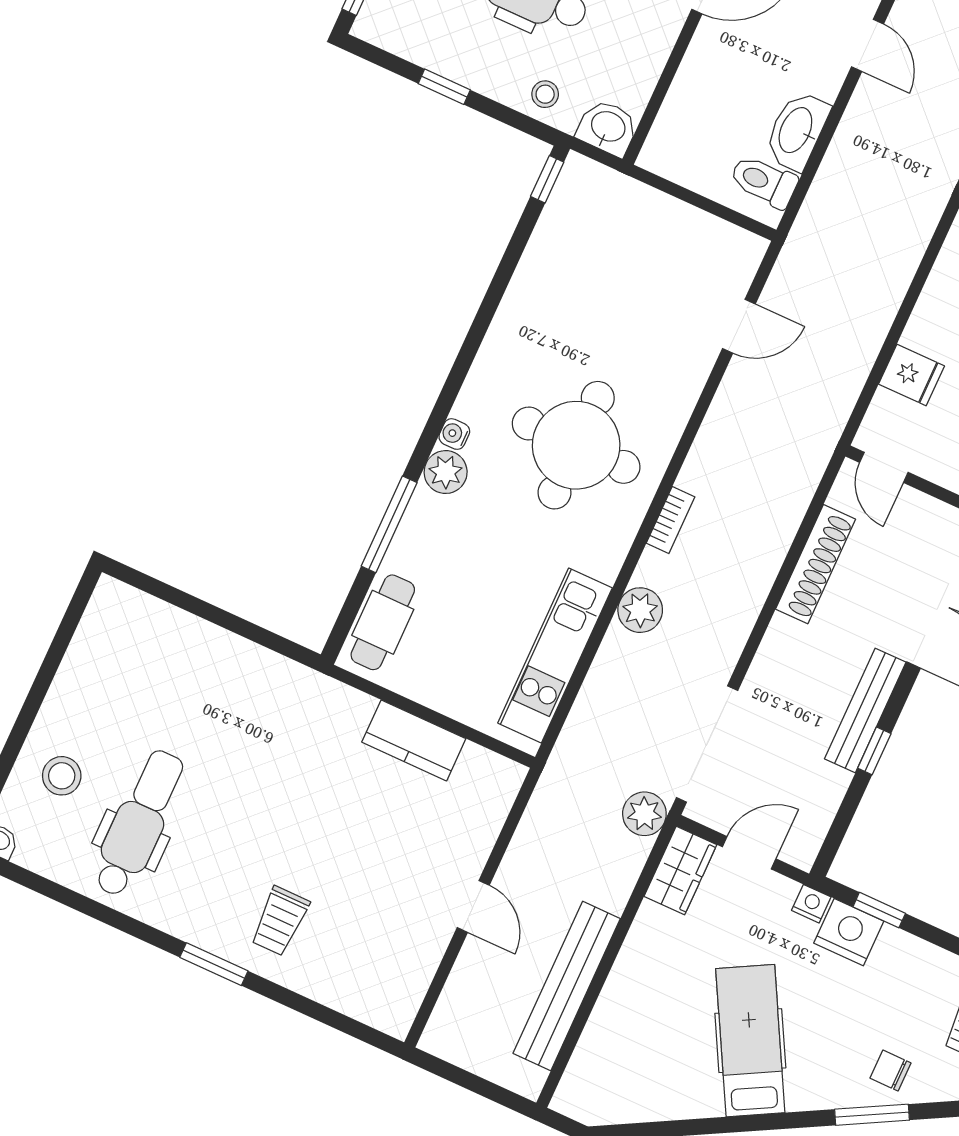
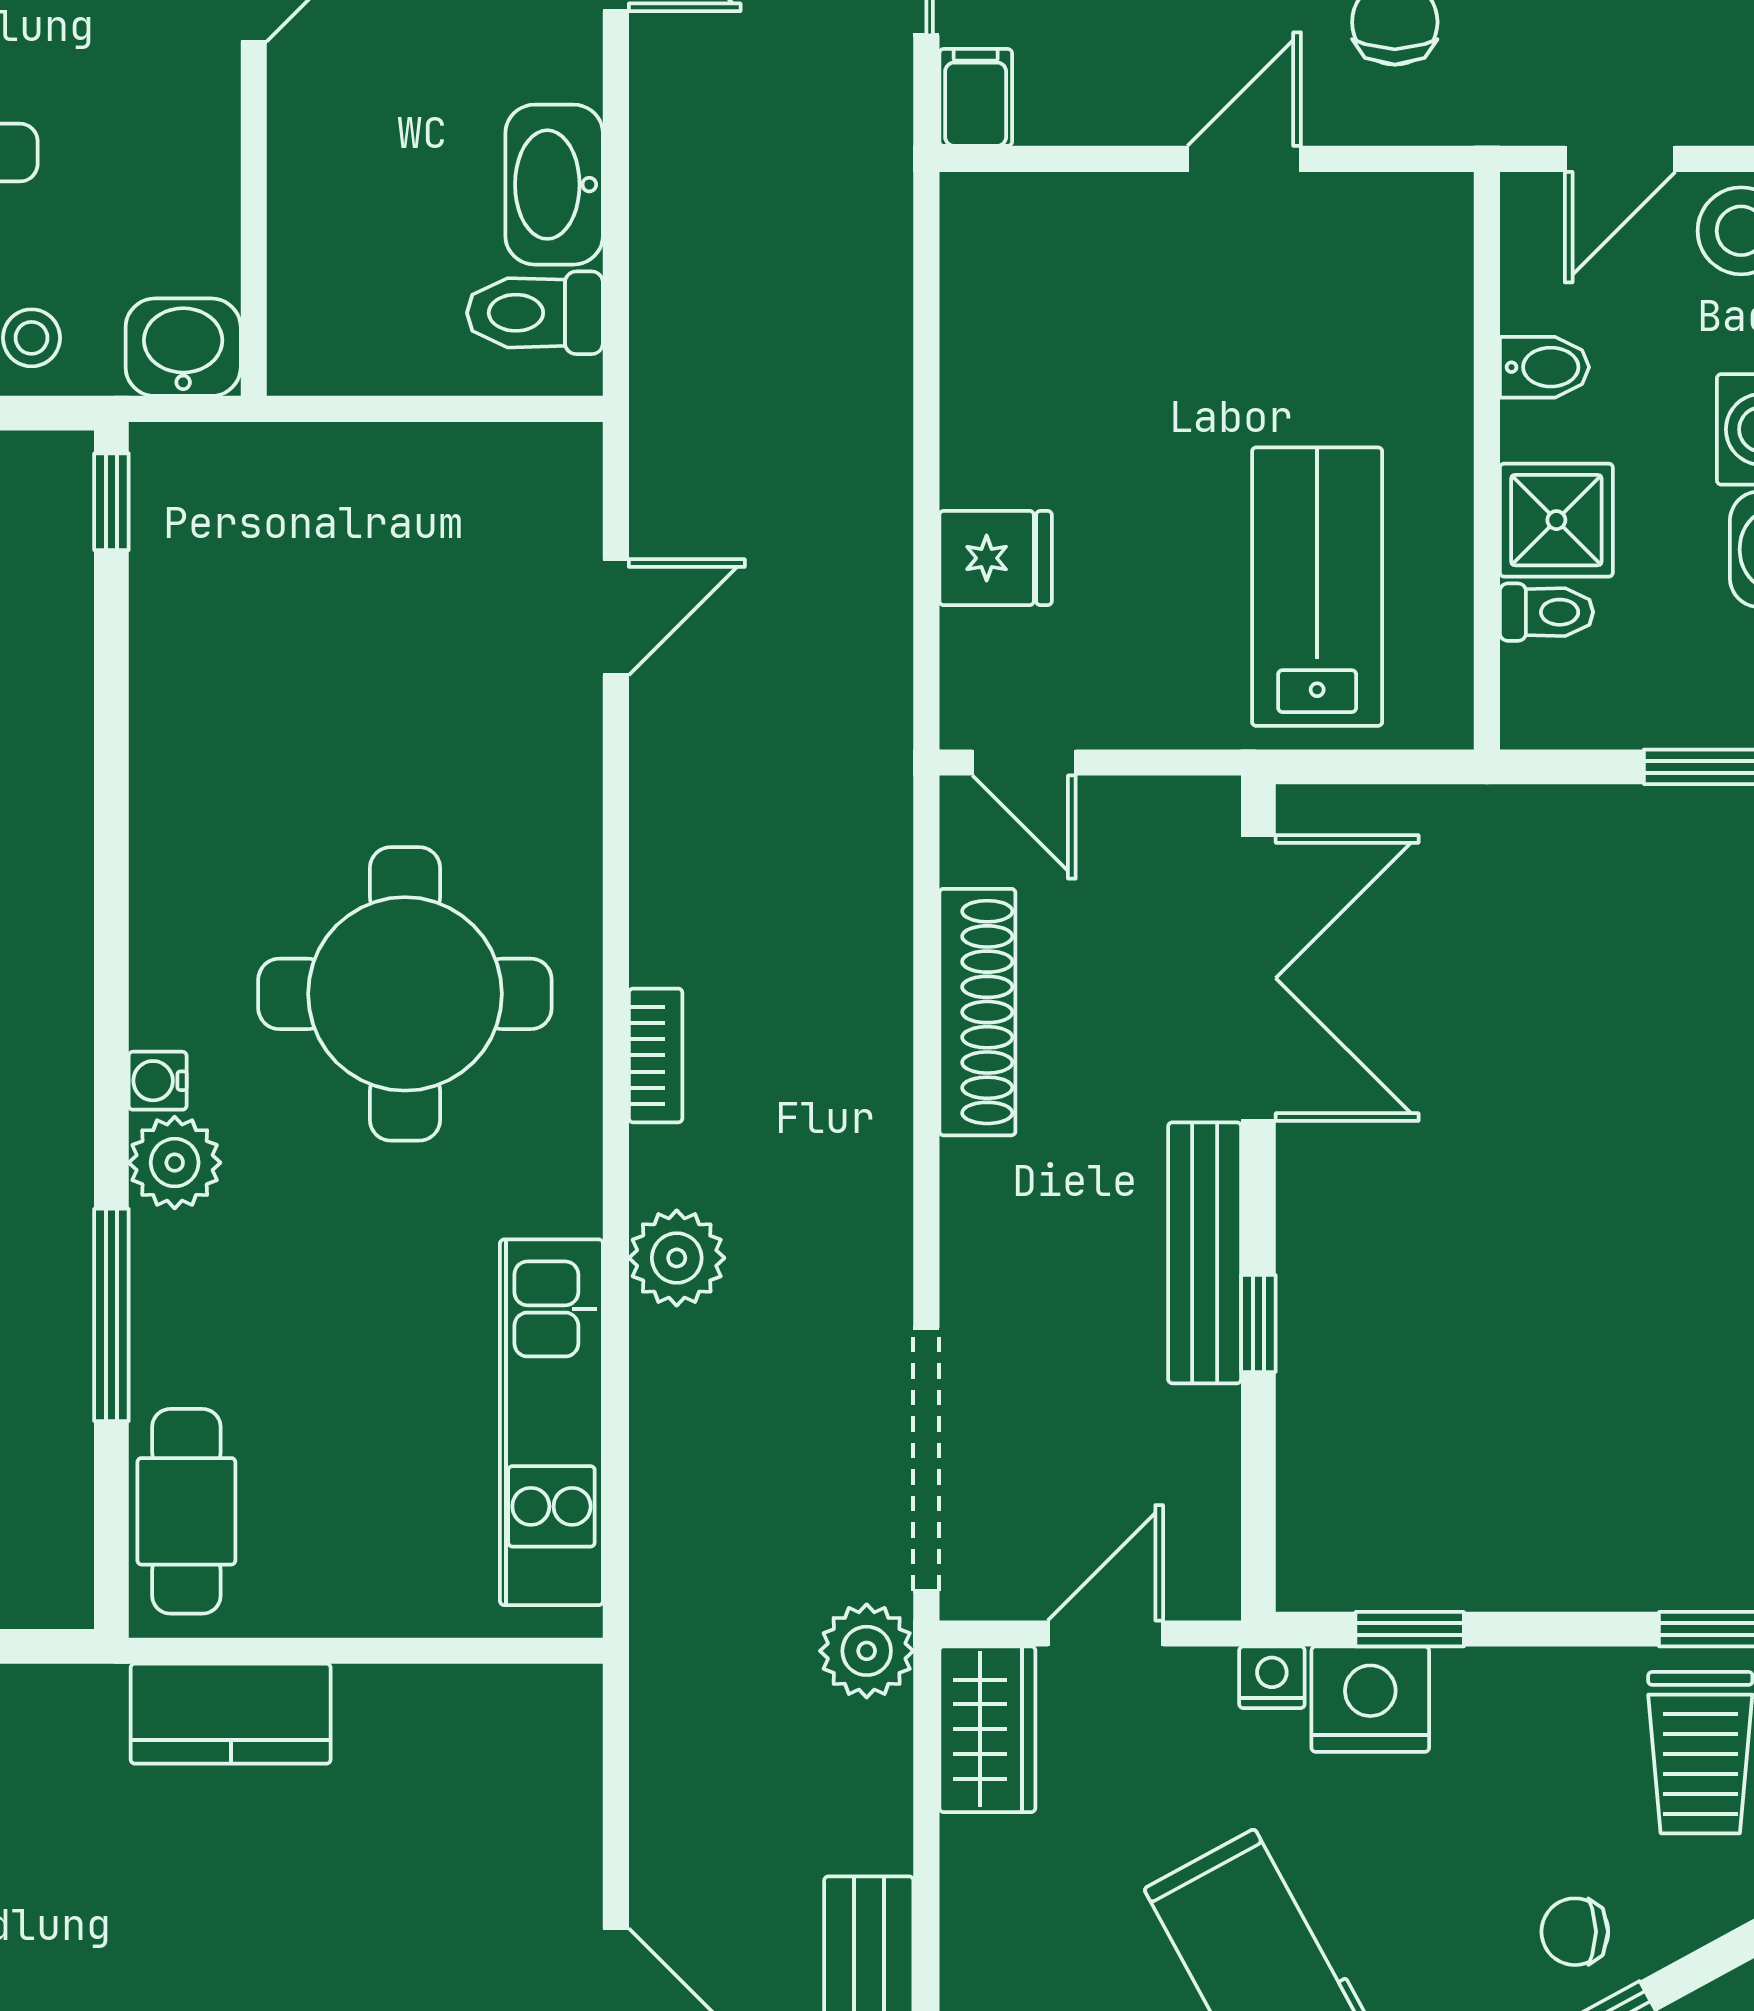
kitchen counter: (414, 740) -> (231, 1714), moved

